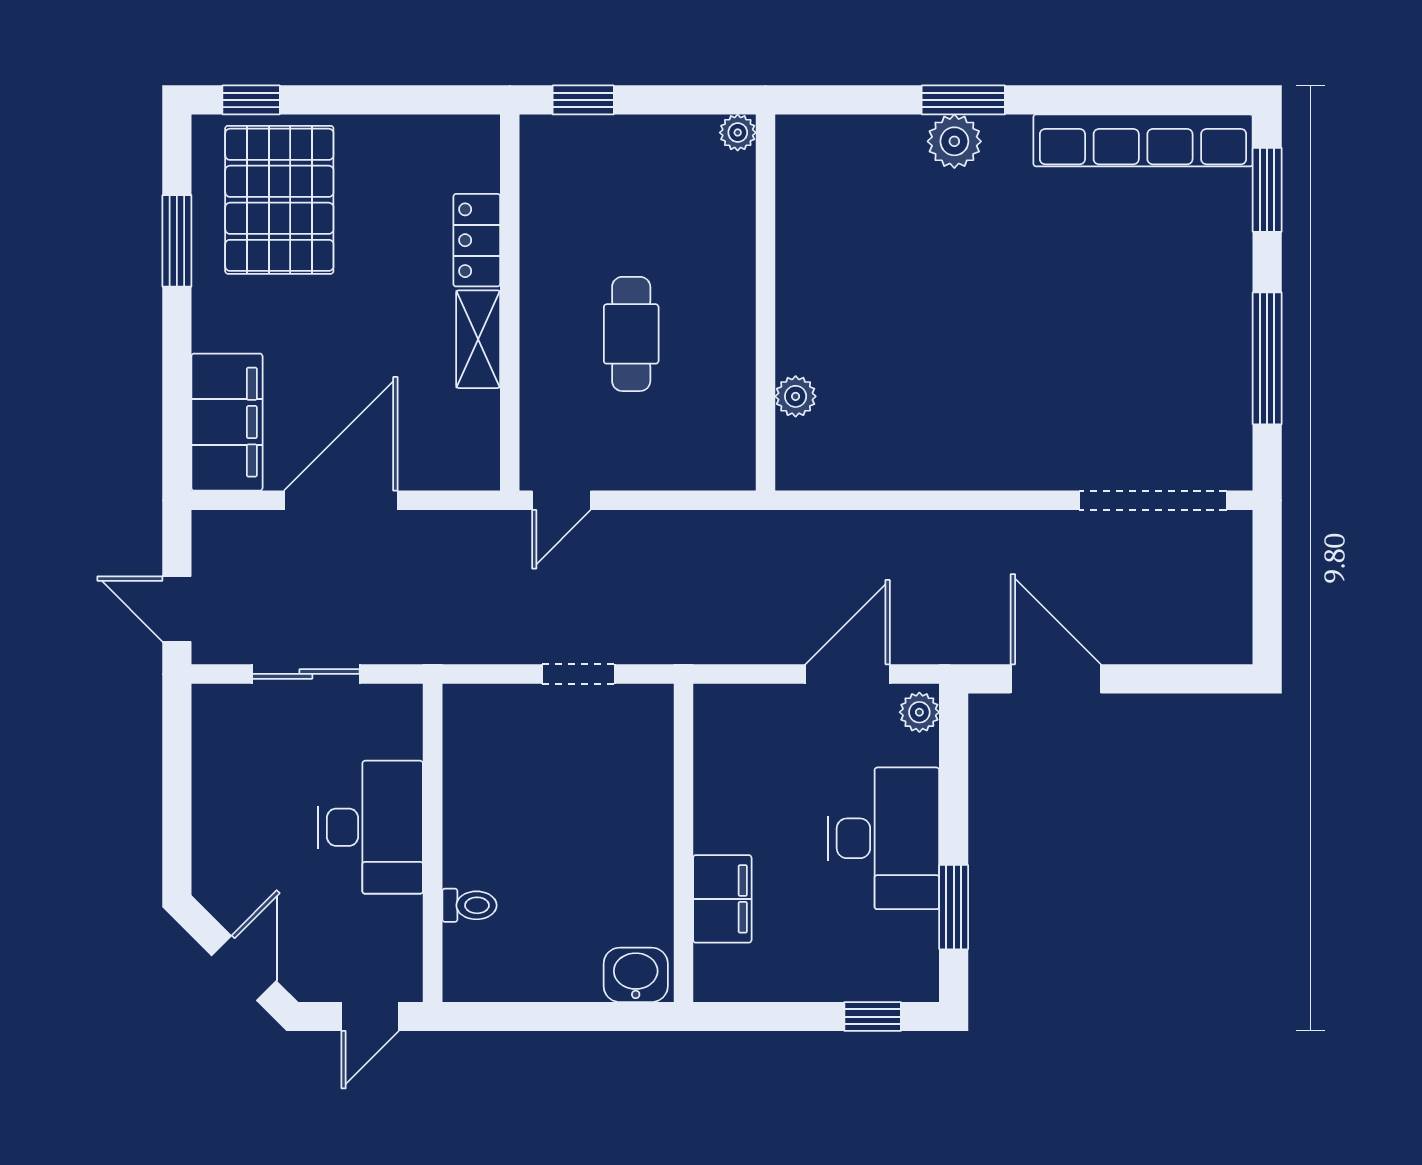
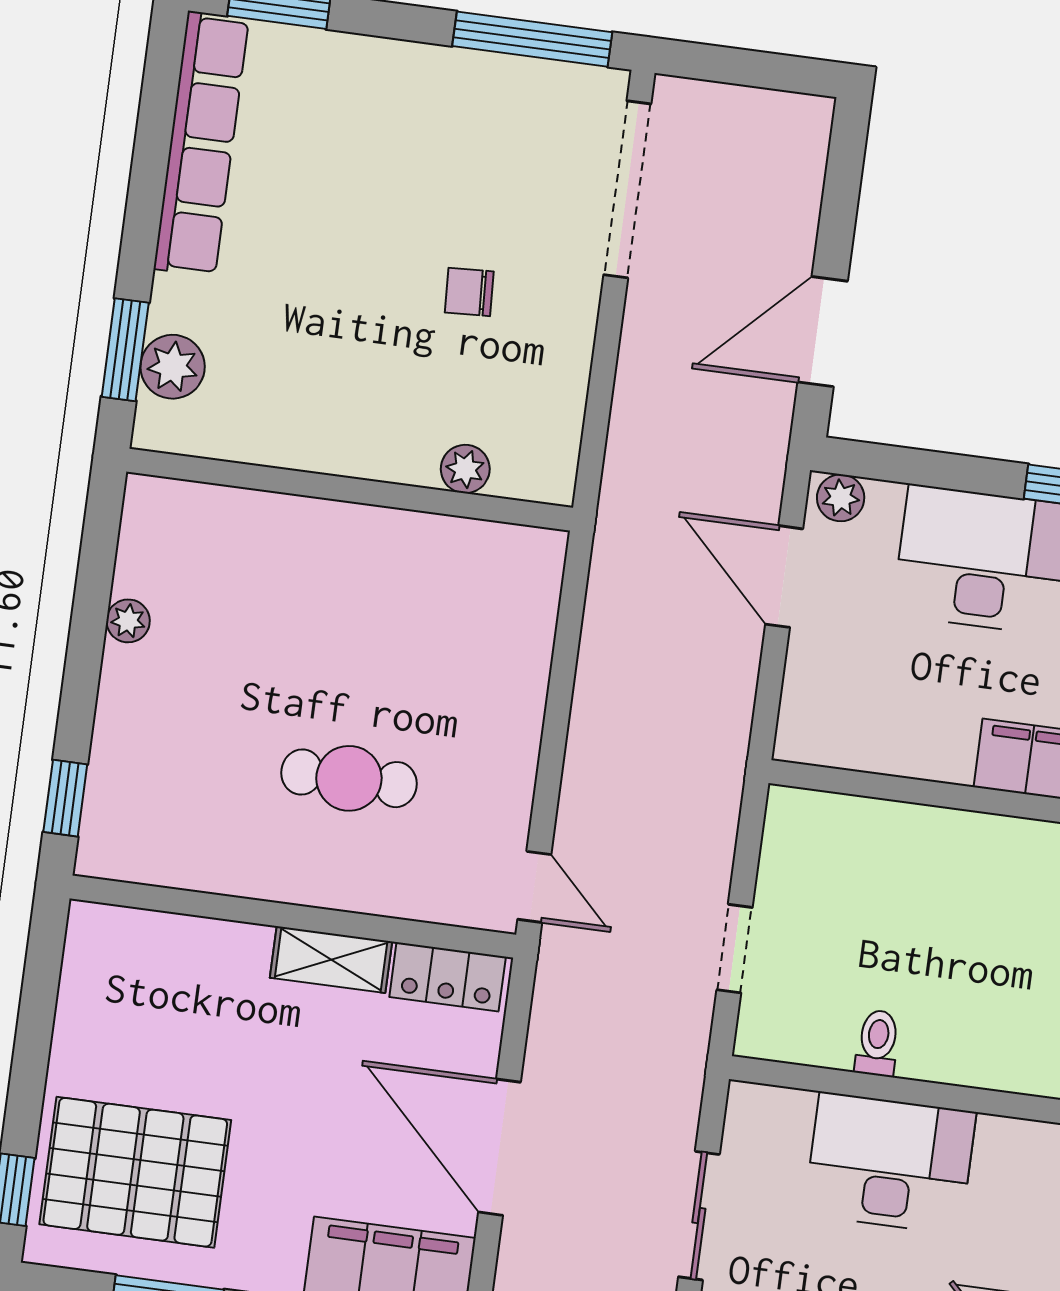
locker: (477, 240) -> (448, 977), moved
wall: (765, 303) -> (350, 490), moved
window: (1267, 358) -> (532, 39), moved
chair: (1050, 380) -> (469, 292), added
plant: (796, 396) -> (465, 469), moved
doorway: (579, 674) -> (735, 949), moved
toilet: (469, 905) -> (877, 1043), moved

